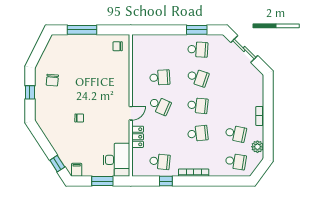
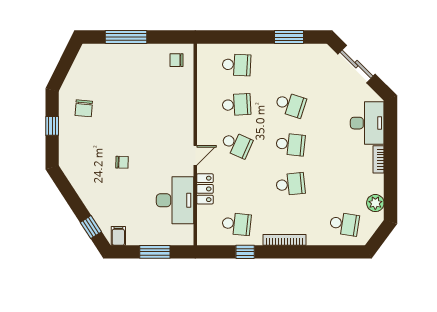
school desk: (198, 49) -> (236, 65), moved
desk: (252, 90) -> (367, 123), added
school desk: (236, 133) -> (344, 184), removed
desk: (117, 160) -> (175, 200), moved

